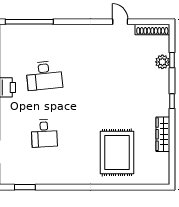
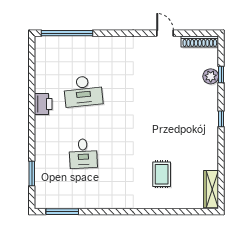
wardrobe: (163, 134) -> (211, 189), moved
rug: (117, 153) -> (162, 174), width x0.54, depth x0.49
window: (25, 187) -> (62, 212), width x1.44

